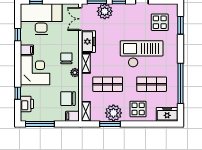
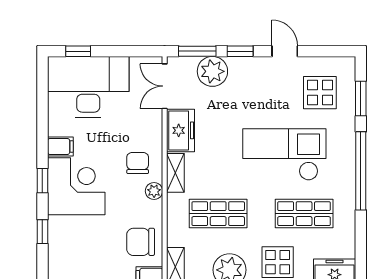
window: (18, 35) -> (42, 181), moved
window: (181, 83) -> (361, 171), moved
printer: (27, 104) -> (60, 252), removed

